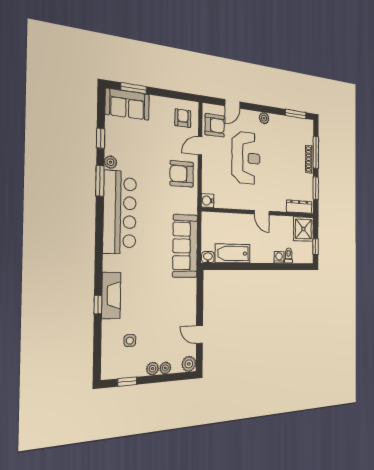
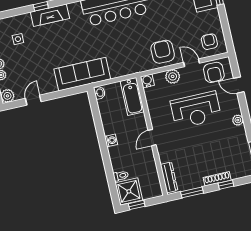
armchair: (183, 118) -> (209, 42), turned -90
window: (316, 152) -> (226, 185), width x0.46
plant: (209, 171) -> (173, 76), added
shower: (303, 229) -> (129, 191), moved
sofa: (185, 246) -> (82, 74), moved
bathtub: (233, 253) -> (132, 96), moved, turned 180
washing machine: (279, 257) -> (111, 140), moved

